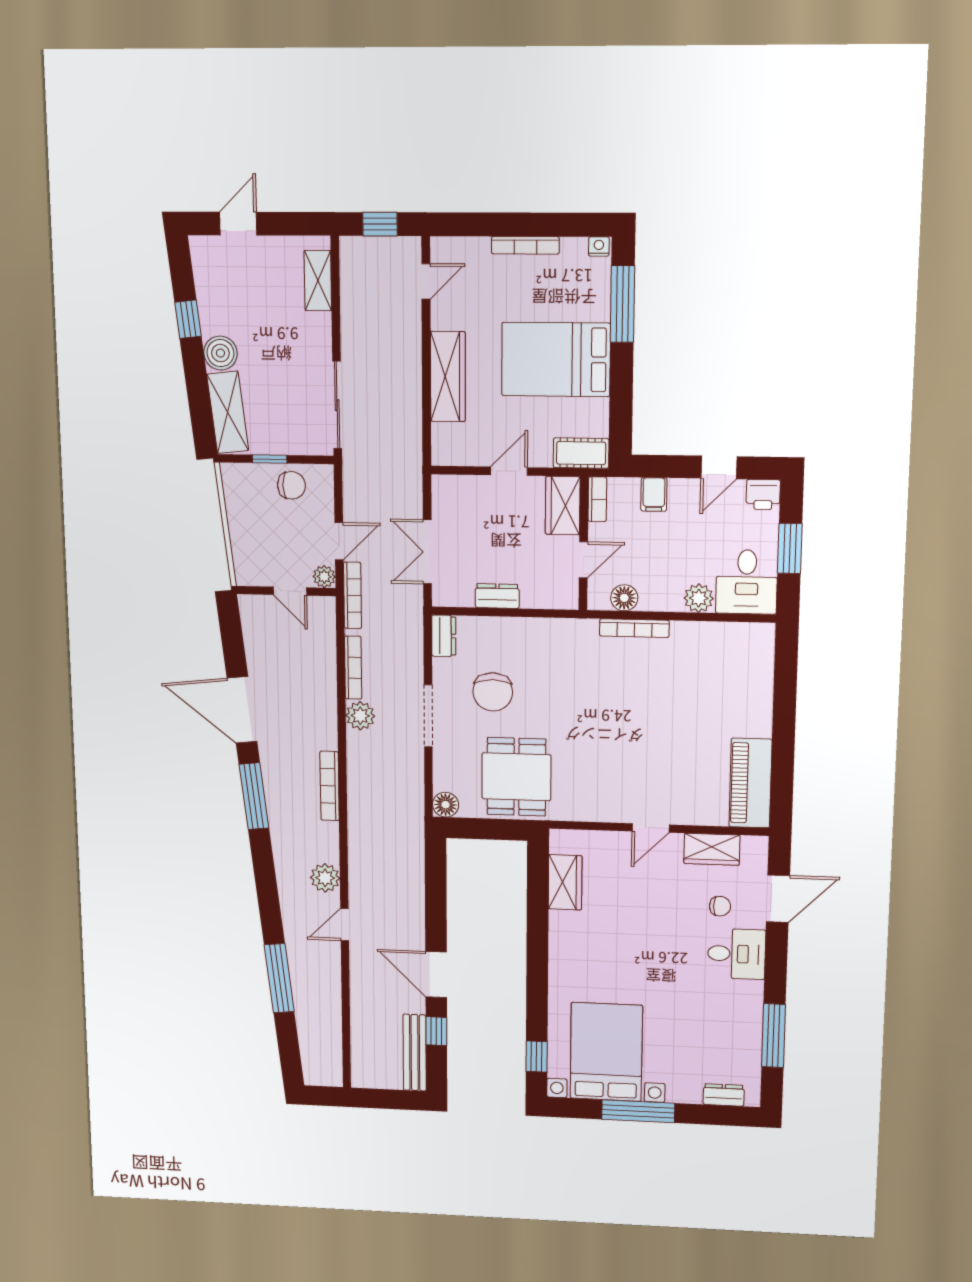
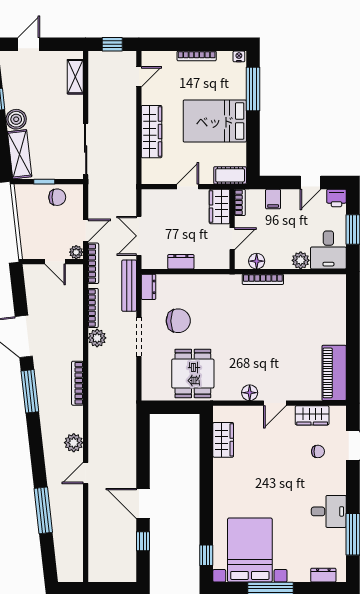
chair: (493, 692) -> (178, 321), turned -90
floor lamp: (446, 805) -> (250, 393), moved
desk: (737, 954) -> (329, 511), moved
bench: (415, 1053) -> (129, 286), moved

